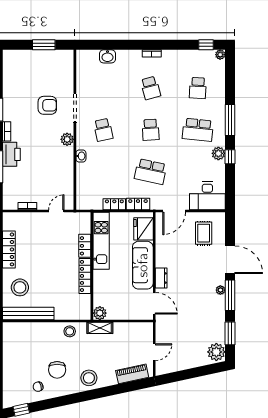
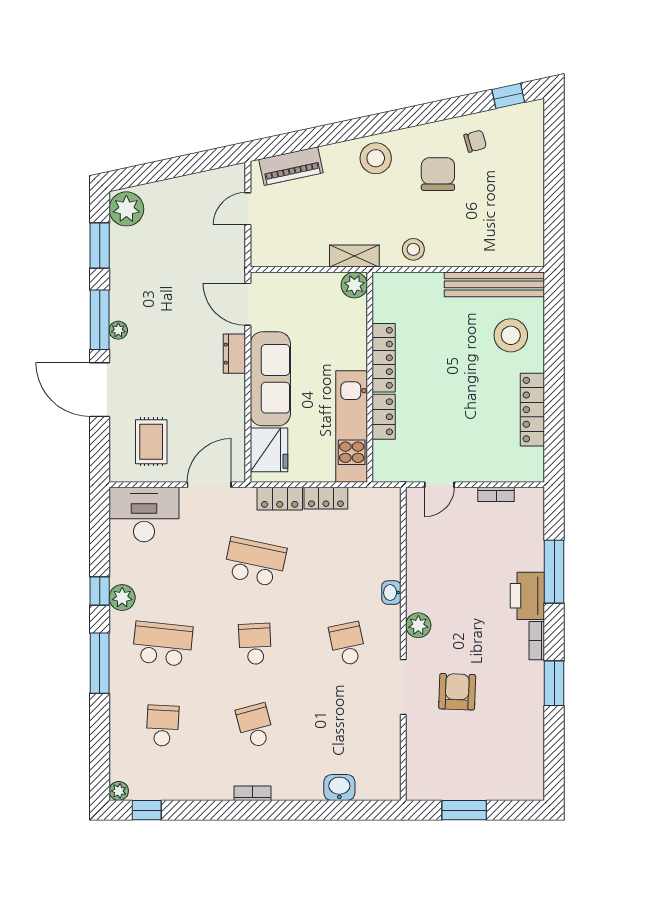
armchair: (47, 105) -> (457, 692), turned 92

